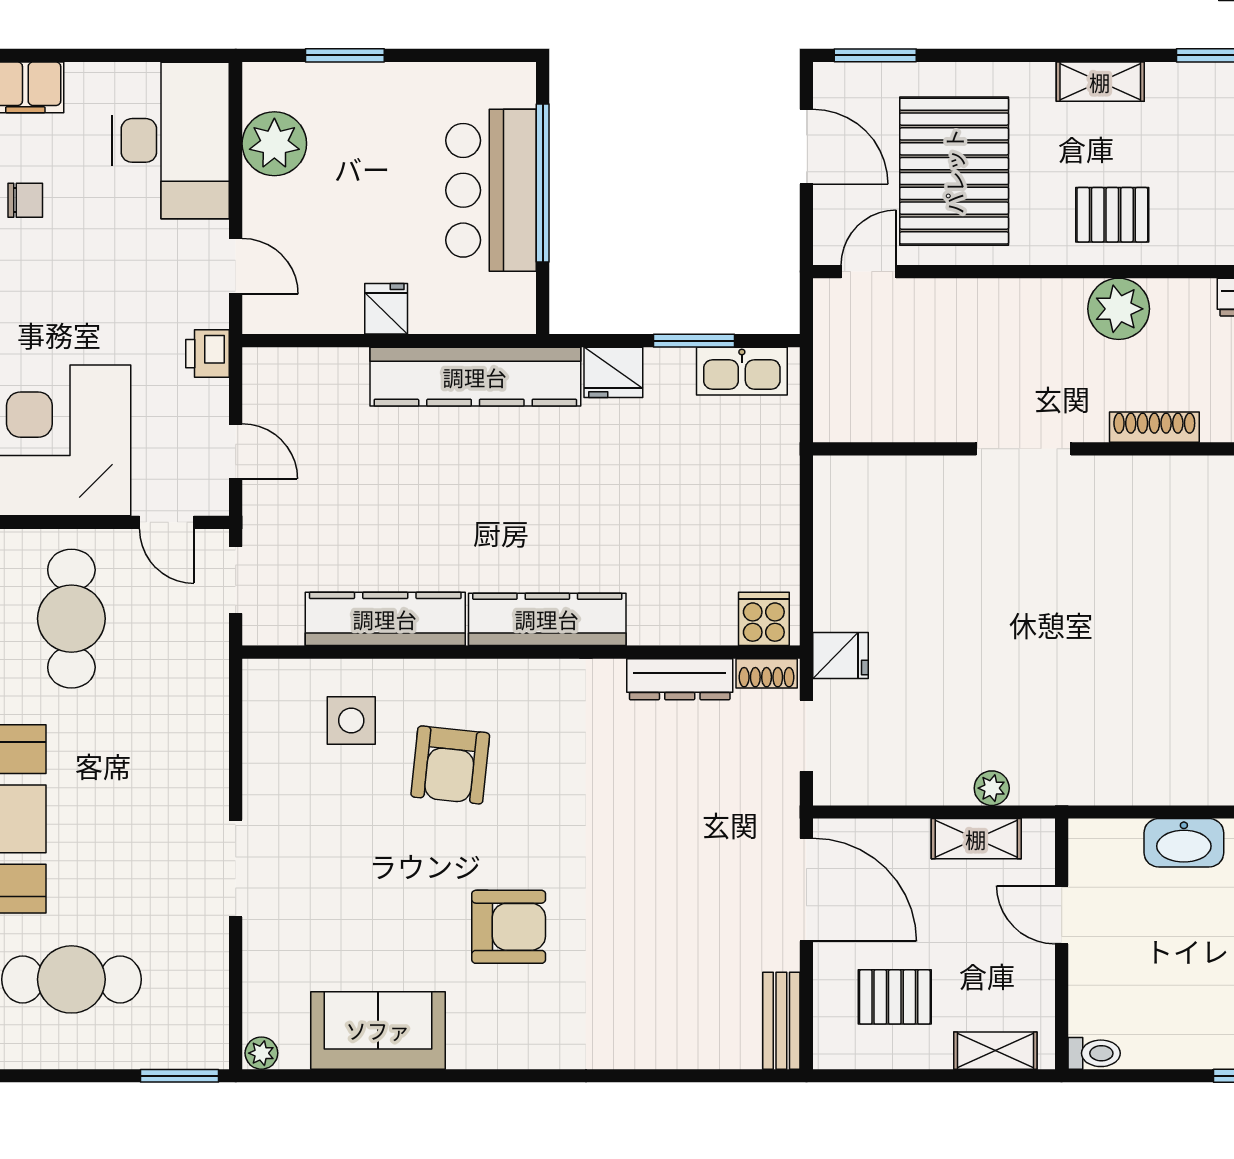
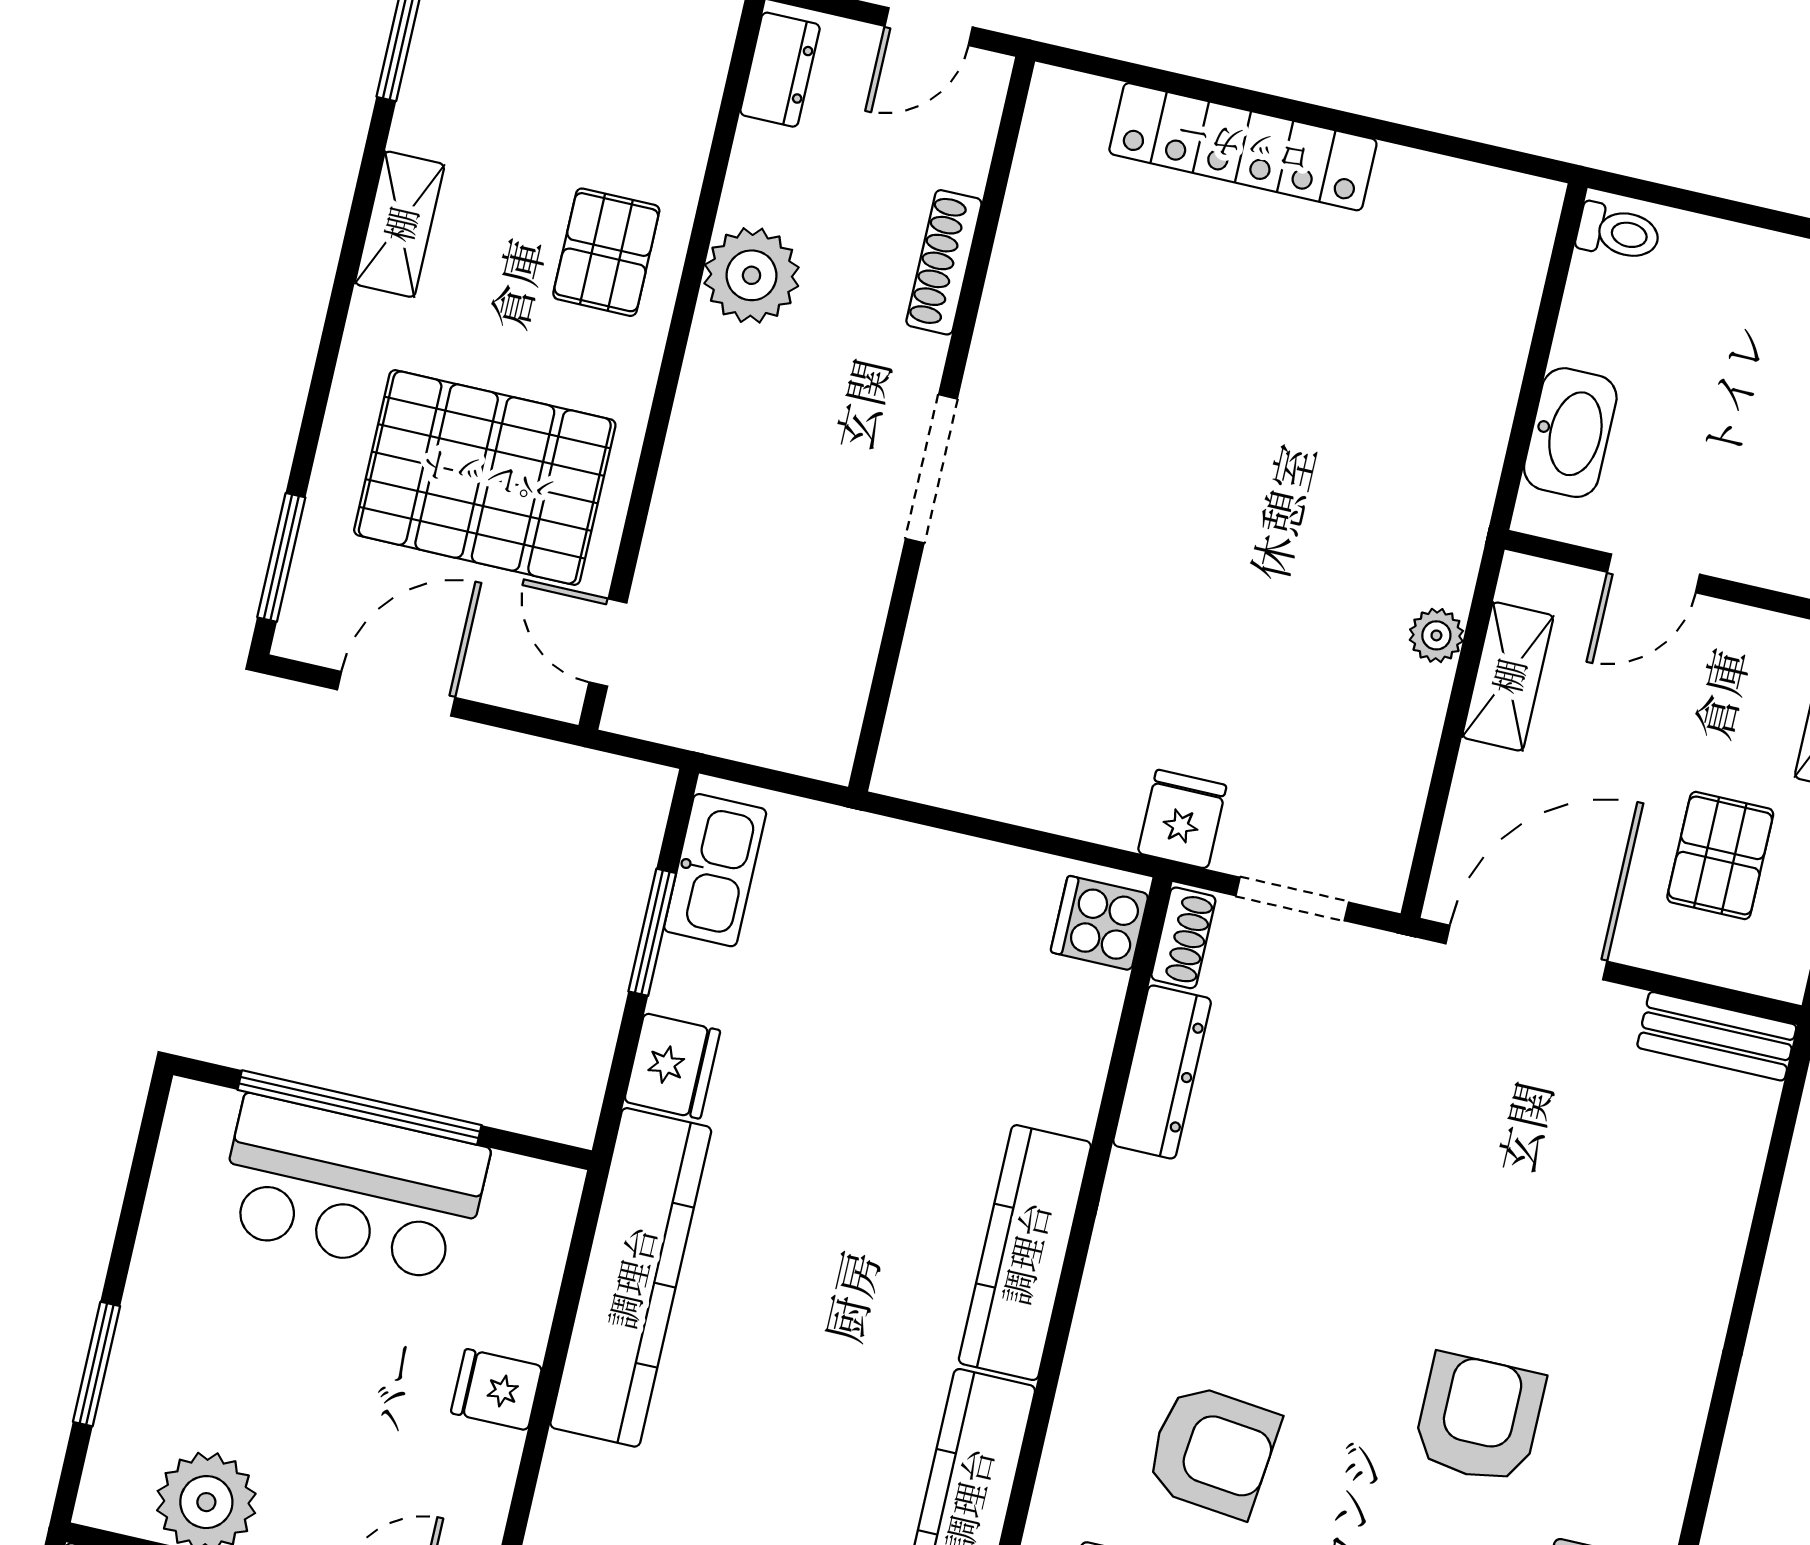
washbasin: (1184, 843) -> (1570, 433), moved

